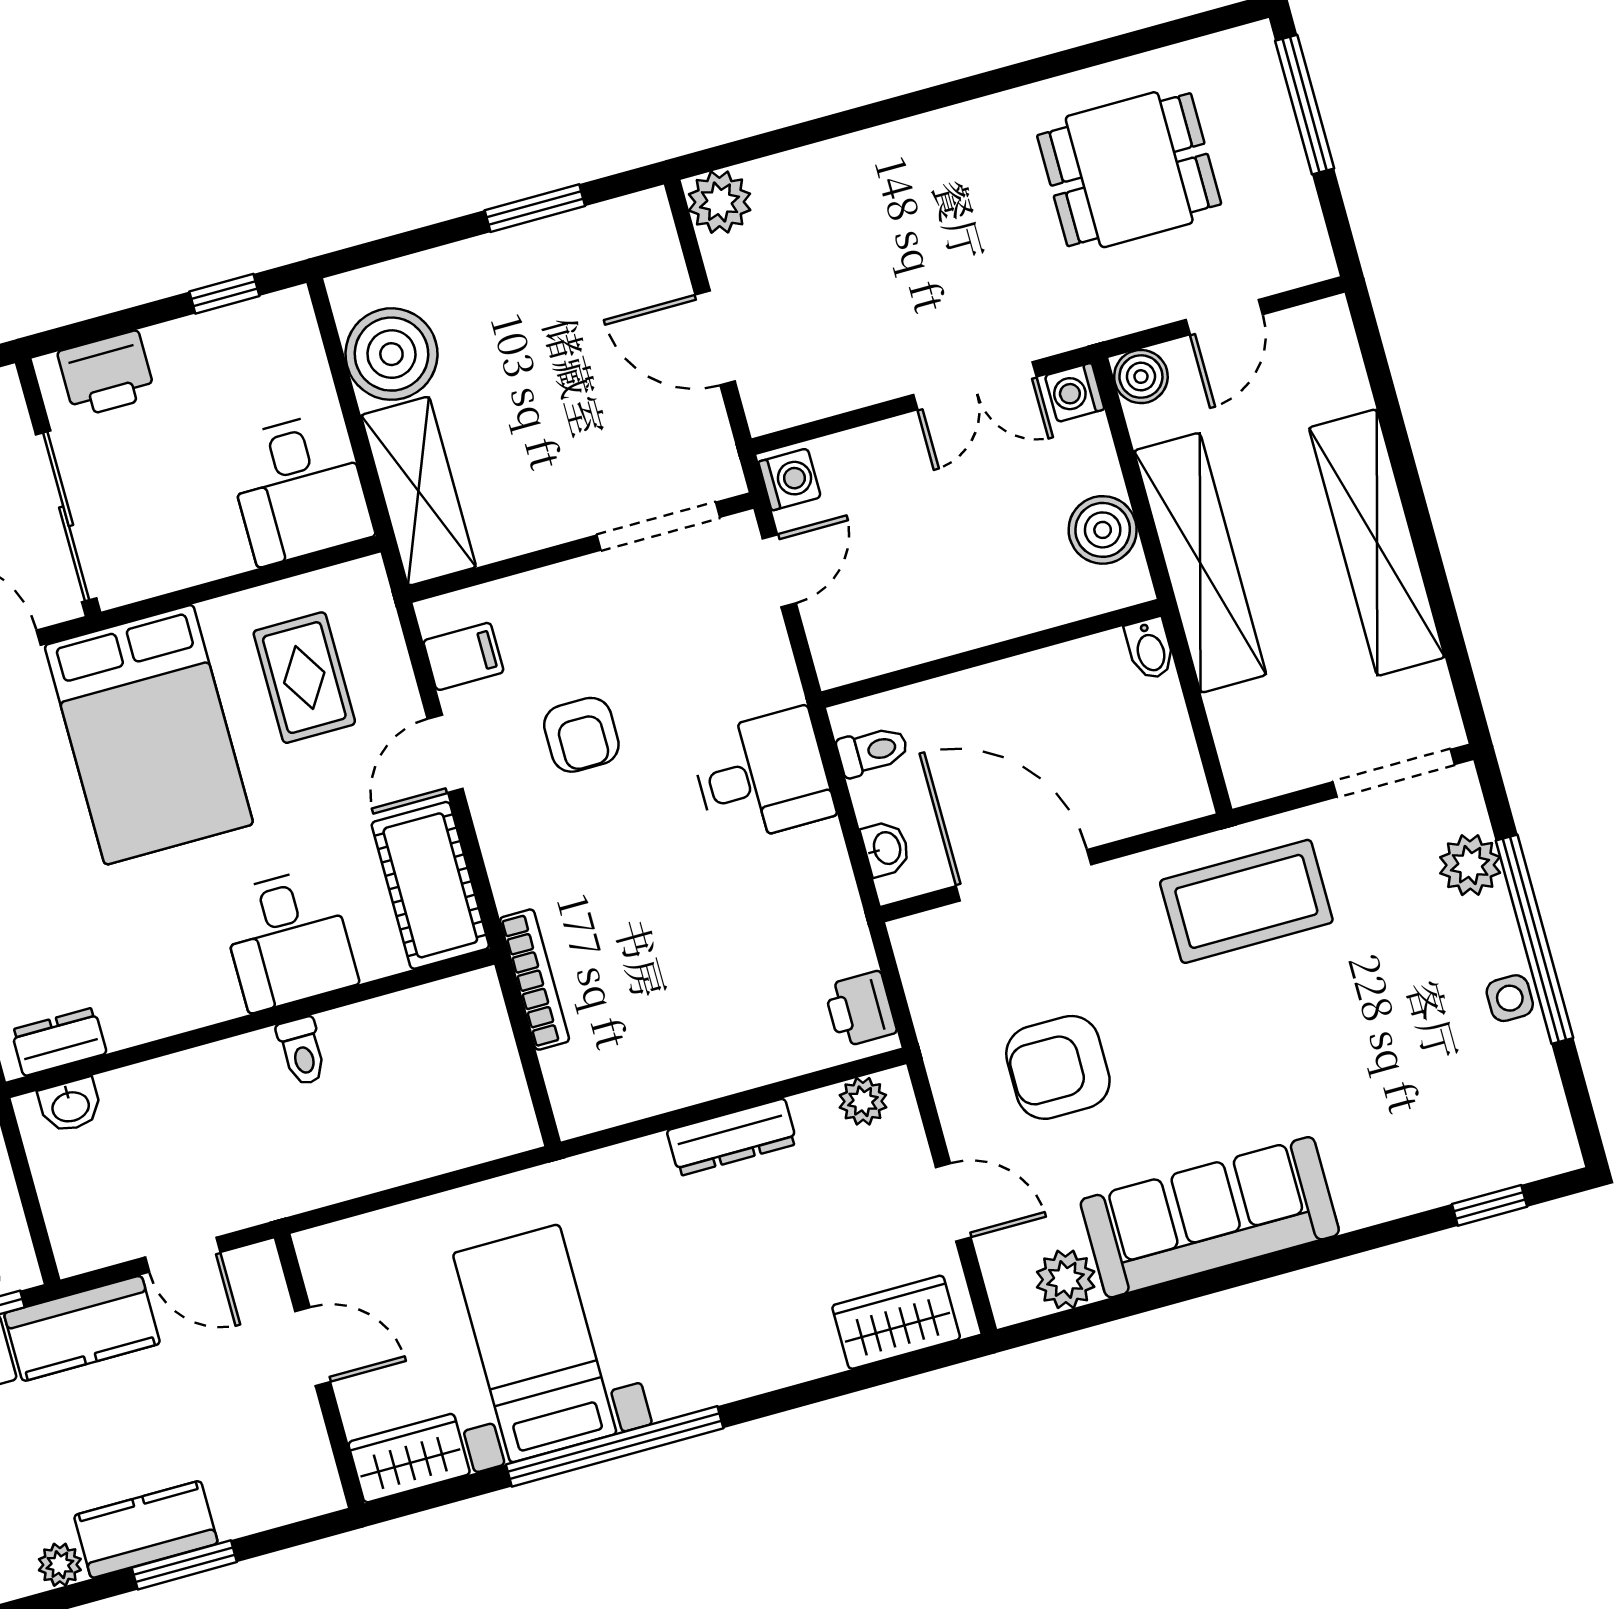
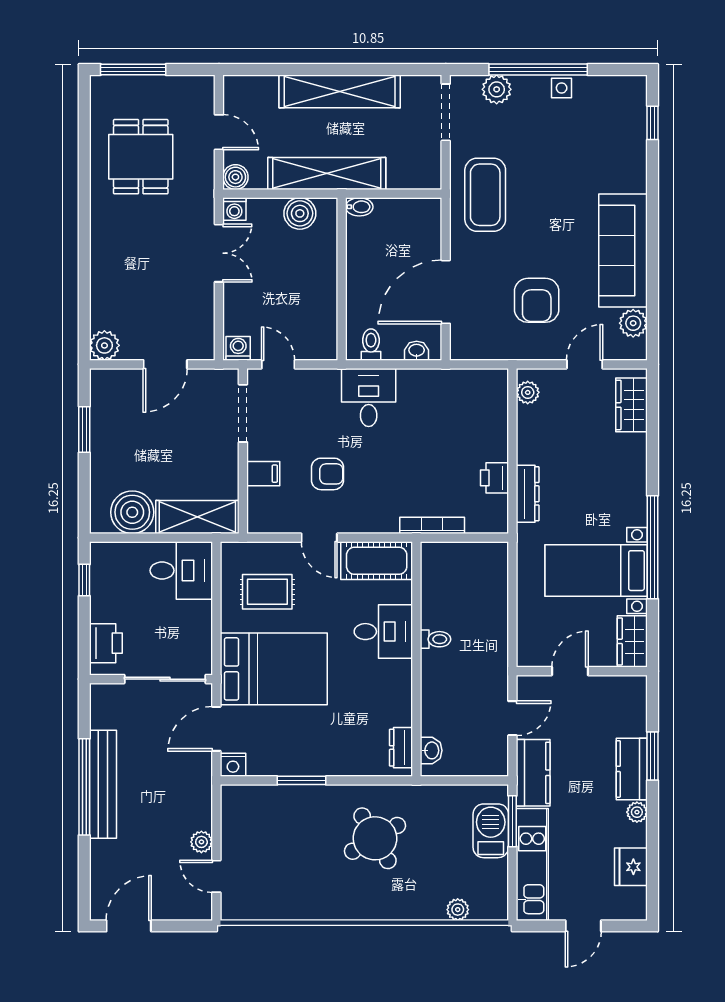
filing cabinet: (463, 656) -> (263, 474), moved, turned 90
printer: (860, 1009) -> (495, 478), moved, turned 90
dresser: (732, 1137) -> (528, 494), moved

